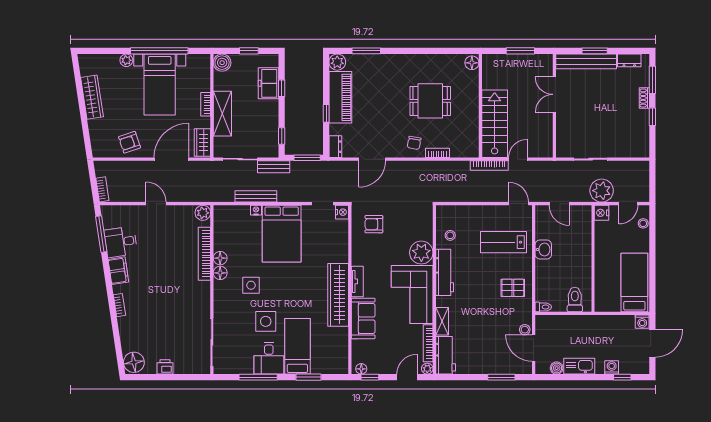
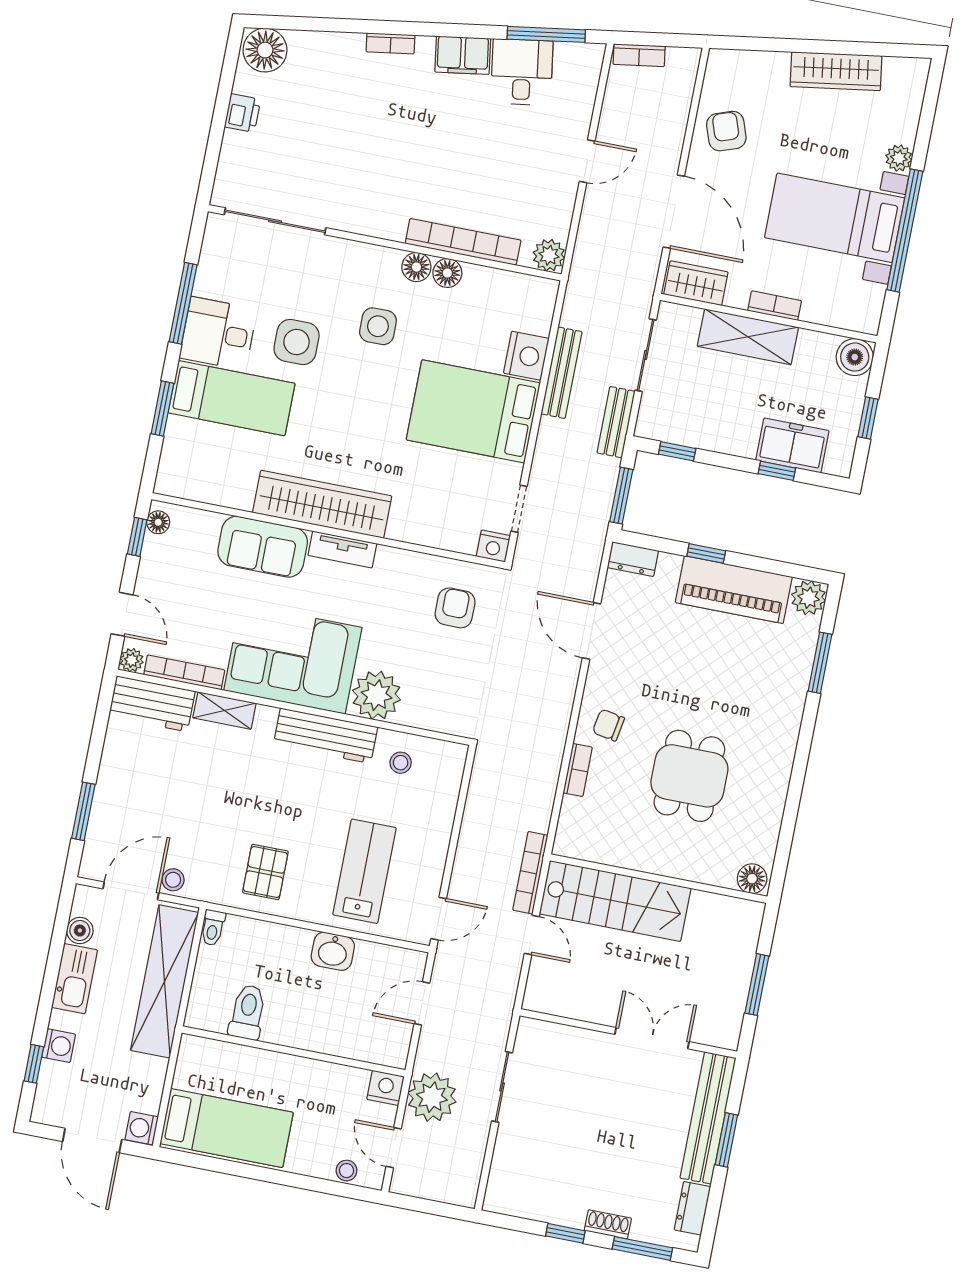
nightstand: (256, 210) -> (526, 356), width x1.89, depth x1.79
toilet: (575, 299) -> (248, 1012), moved, turned -90
shelving: (572, 324) -> (164, 981), added

